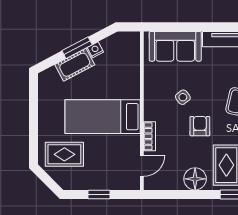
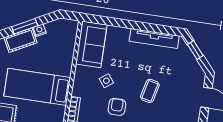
sofa: (175, 46) -> (91, 44), moved, turned -90

